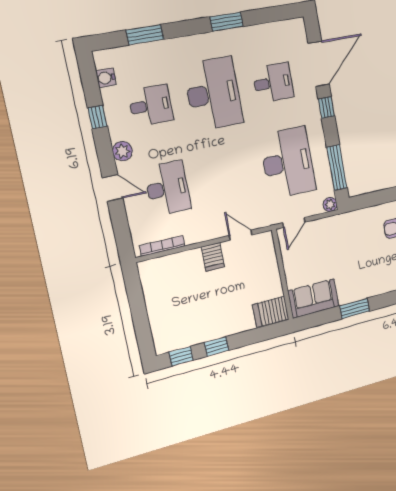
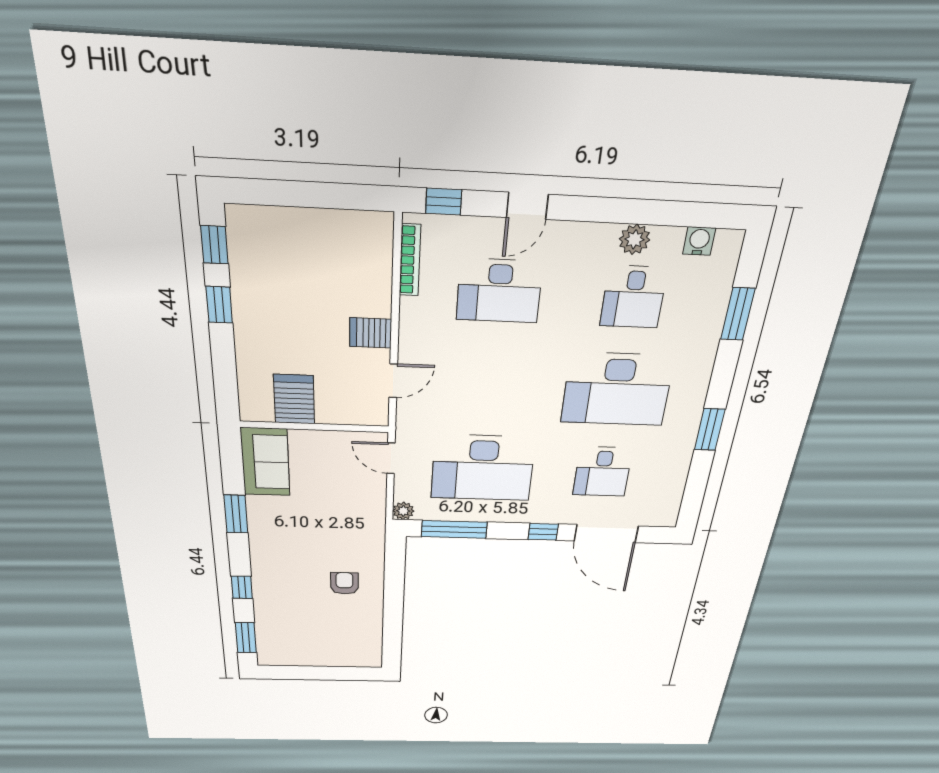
window: (97, 117) -> (444, 202), moved
plant: (122, 151) -> (635, 239), moved
server rack: (271, 312) -> (294, 399), moved

